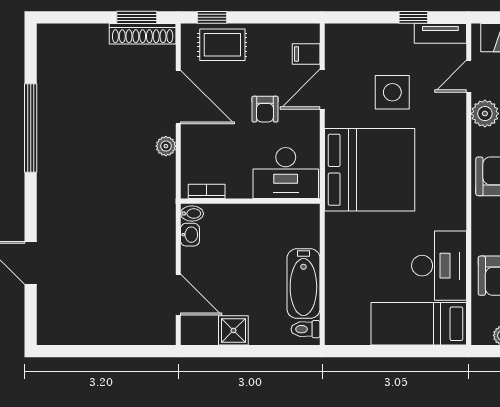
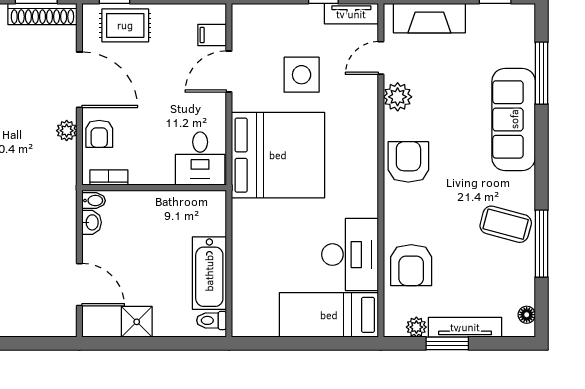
armchair: (265, 109) -> (99, 134), moved
desk: (286, 173) -> (200, 159), width x0.73

